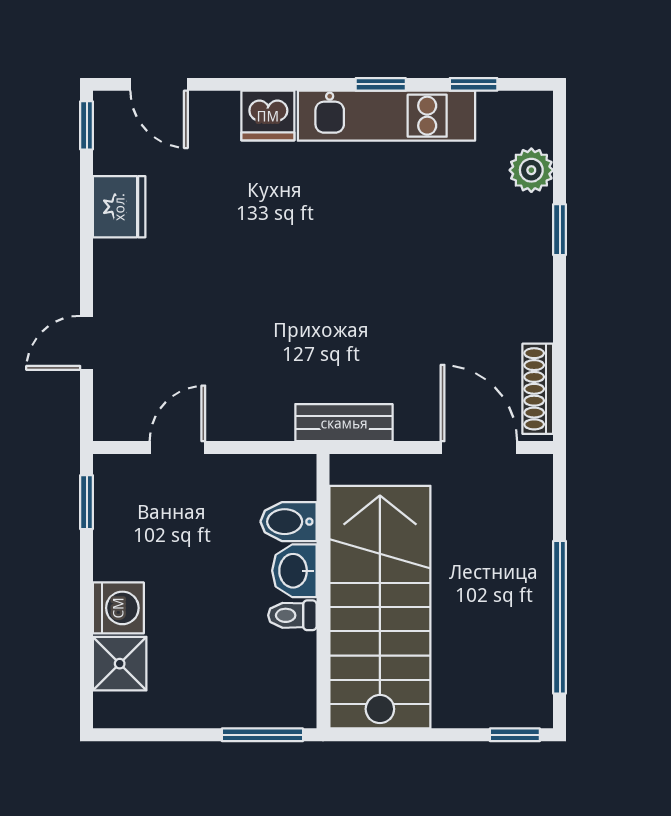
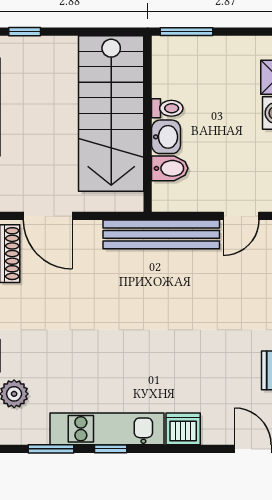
window: (474, 84) -> (51, 449), width x1.50
bench: (344, 423) -> (161, 234), width x1.86, depth x1.21

